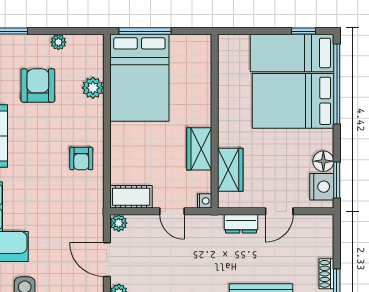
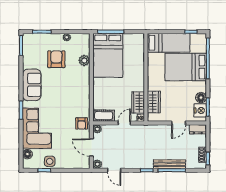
bed: (292, 53) -> (169, 43), moved, turned 180
wardrobe: (199, 149) -> (138, 102), moved
armchair: (81, 159) -> (82, 123), moved
door: (172, 211) -> (124, 123), swing flipped
dresser: (241, 224) -> (198, 129), moved

